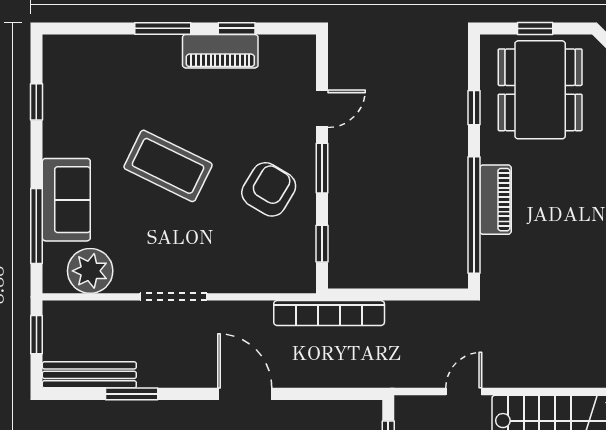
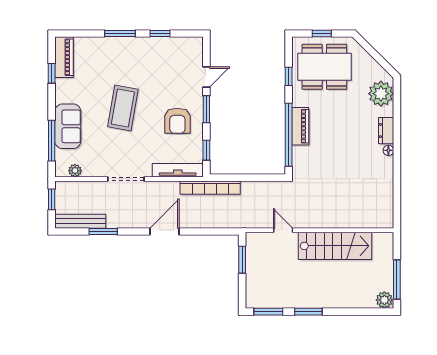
piano: (220, 51) -> (64, 57), moved, turned -90
dining table: (540, 90) -> (324, 67), turned 90
coffee table: (168, 166) -> (123, 108), turned 74
armchair: (269, 189) -> (177, 121), turned 149
plant: (90, 271) -> (75, 171), width x0.53, depth x0.53
tv unit: (269, 281) -> (178, 170), added
door: (464, 392) -> (283, 230), hinge flipped
door: (245, 394) -> (164, 231), hinge flipped

